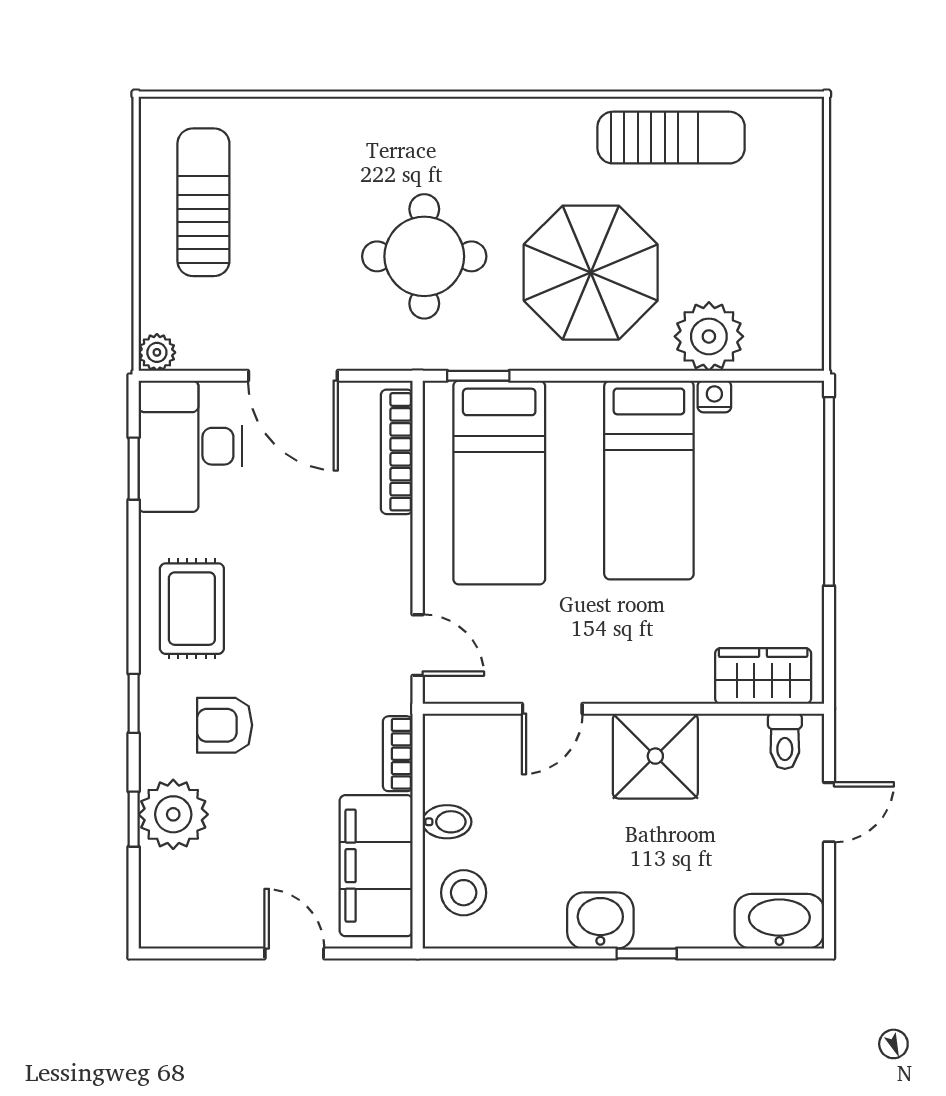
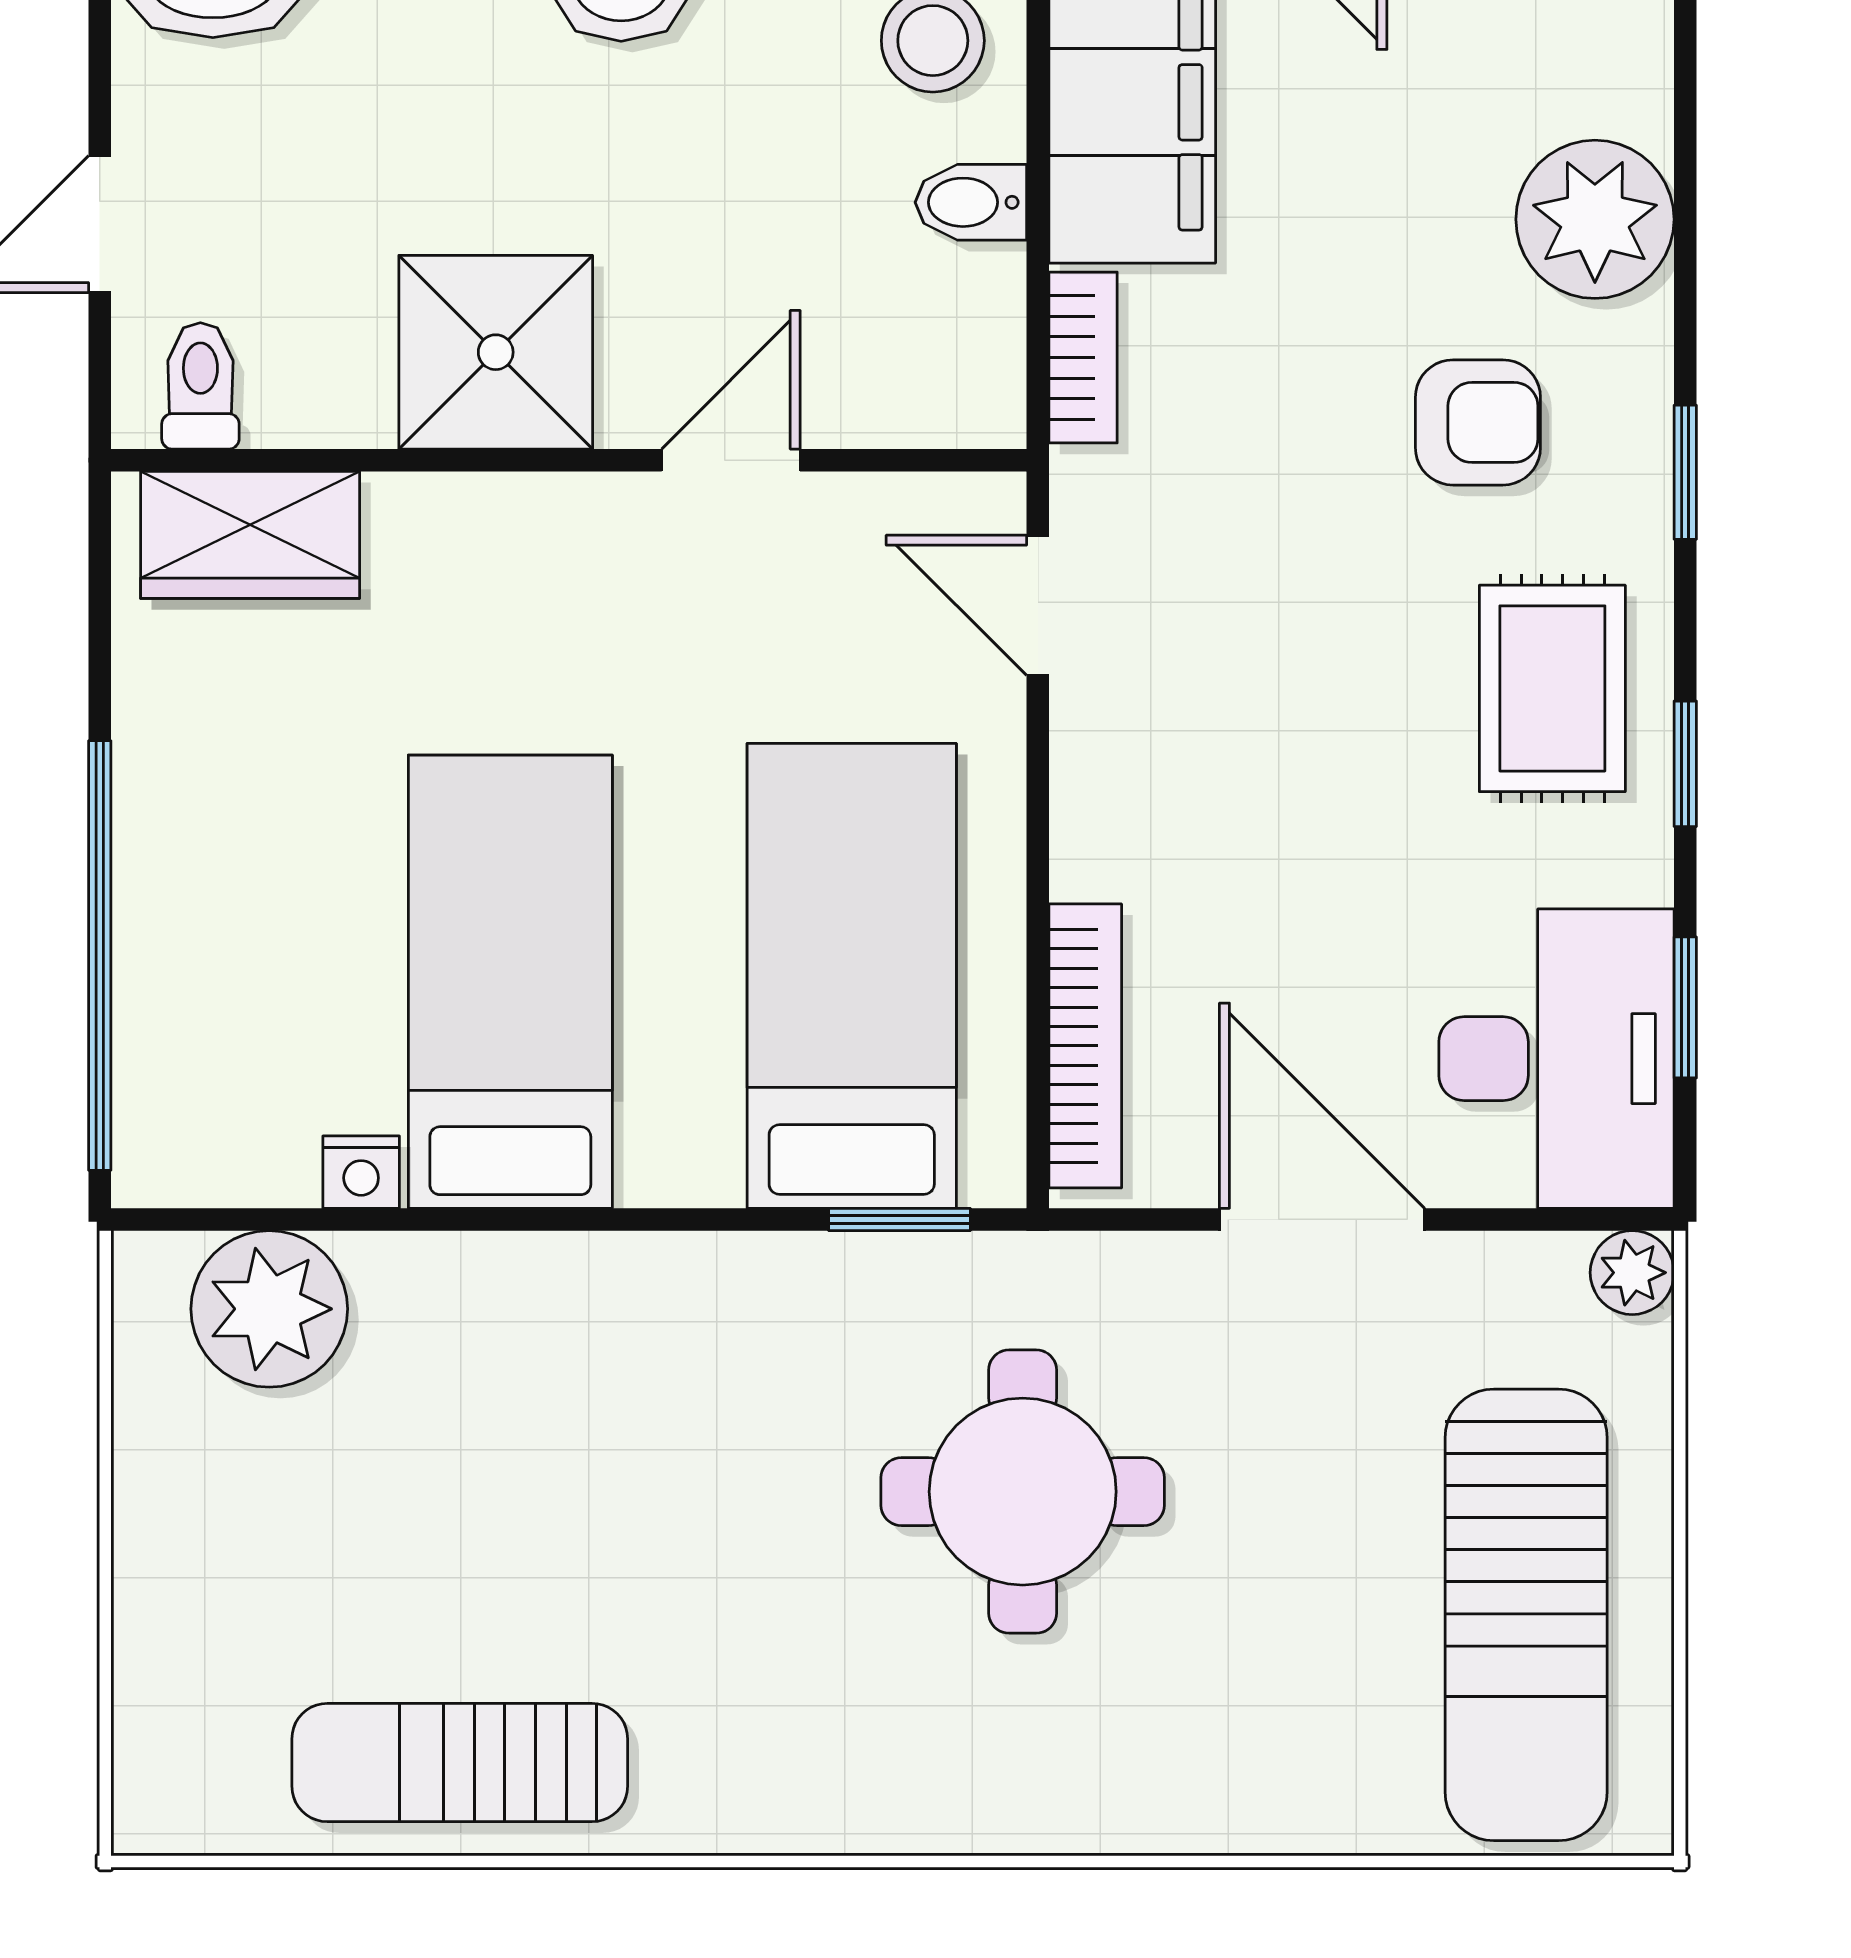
sun lounger: (203, 202) -> (1526, 1615), width x1.36, depth x1.34
parasol: (591, 273) -> (643, 1455), removed
plant: (709, 336) -> (269, 1309), moved
window: (134, 819) -> (1685, 764), moved

